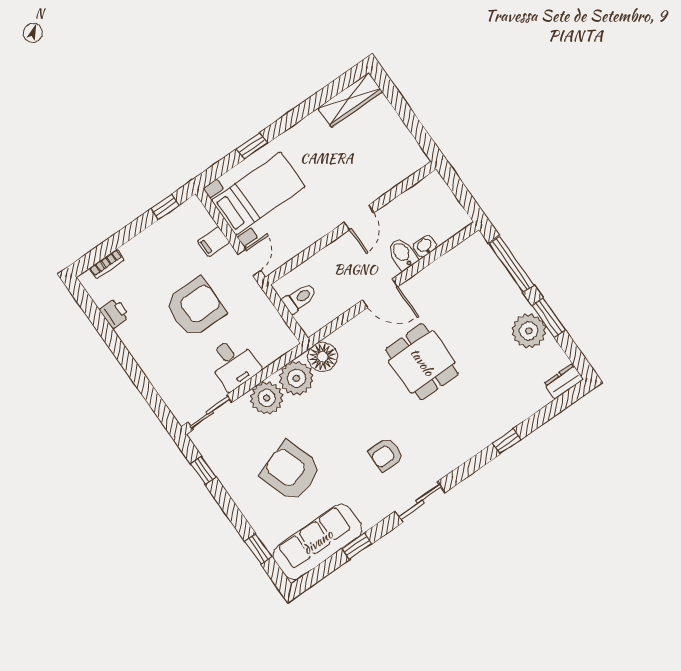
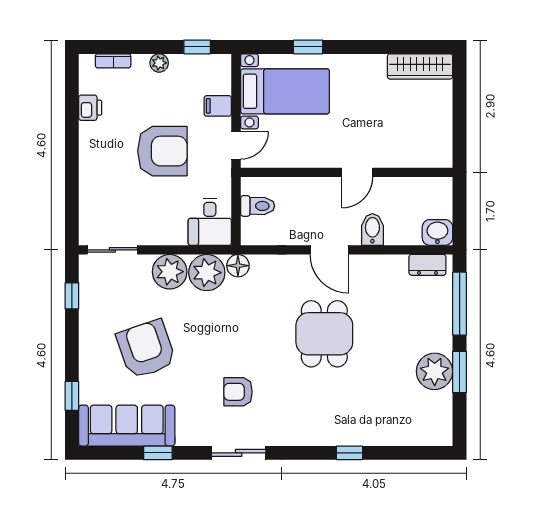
plant: (144, 240) -> (159, 63), added
washbasin: (425, 246) -> (437, 232), moved, width x1.38, depth x1.45
floor lamp: (323, 357) -> (238, 266), width x0.73, depth x0.73
desk: (233, 363) -> (210, 222), moved
dresser: (564, 381) -> (427, 265), moved, turned 180

